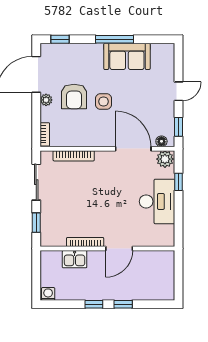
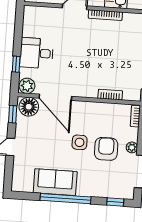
window: (114, 39) -> (66, 199), width x1.46
floor lamp: (161, 141) -> (29, 107), width x1.89, depth x1.89
bookcase: (74, 156) -> (110, 95), width x0.64
desk: (157, 201) -> (37, 53), width x0.73

